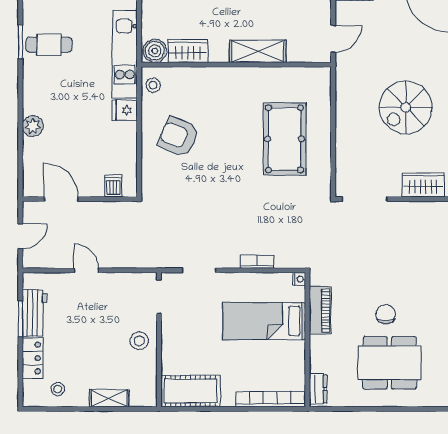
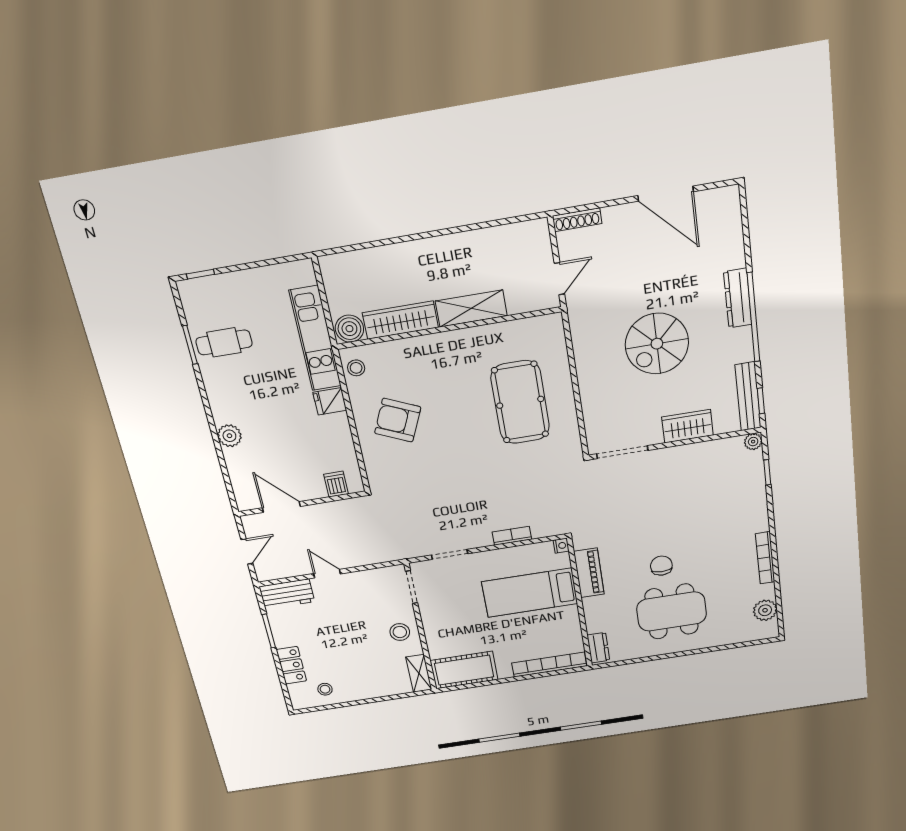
wardrobe: (188, 51) -> (400, 320), width x1.50
workbench: (34, 313) -> (287, 594), moved, turned 90
shelving: (109, 398) -> (419, 673), moved, turned 90

